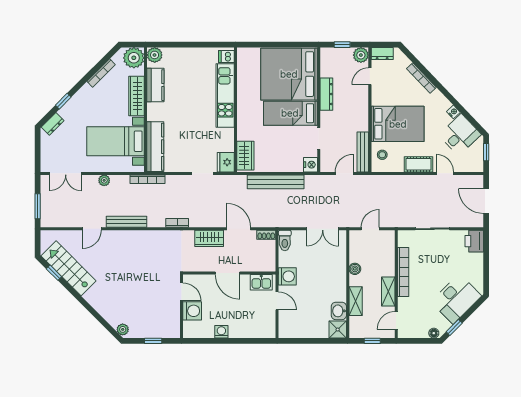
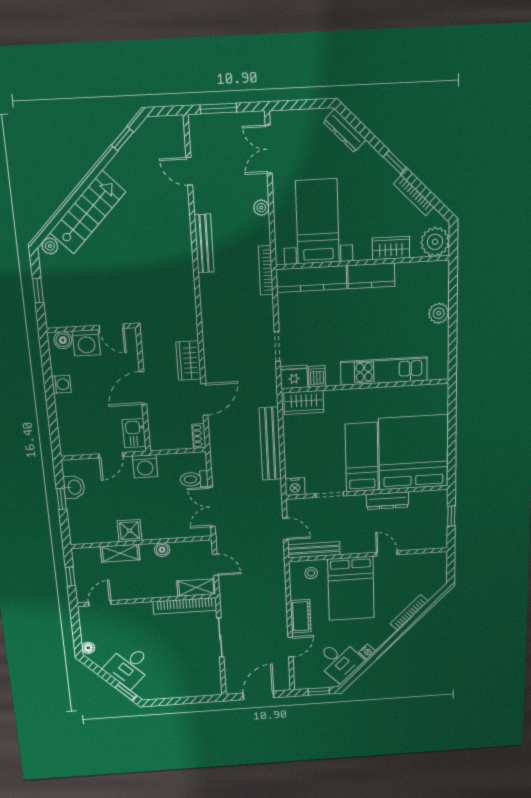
dresser: (382, 54) -> (440, 565), removed
plant: (155, 55) -> (439, 313), moved
plant: (361, 55) -> (438, 539), removed
dishwasher: (226, 57) -> (317, 376), moved
door: (370, 76) -> (387, 554), moved
kitchen counter: (155, 85) -> (371, 276), moved
wardrobe: (137, 96) -> (391, 248), width x0.67
window: (63, 101) -> (395, 162), moved
dresser: (53, 124) -> (345, 131), width x1.44
bookcase: (177, 223) -> (207, 315), removed
door: (92, 229) -> (189, 171), moved
toilet: (285, 240) -> (194, 479), moved
printer: (474, 241) -> (208, 686), removed
stairs: (69, 268) -> (88, 212), moved
bookcase: (403, 272) -> (185, 606), moved
shelving: (388, 291) -> (196, 588), moved
door: (182, 292) -> (111, 327), hinge flipped
desk: (456, 299) -> (129, 666), width x0.73
washbasin: (339, 311) -> (74, 487), moved, turned 90
door: (396, 320) -> (100, 603), hinge flipped
boiler: (189, 327) -> (63, 340), added
window: (454, 327) -> (126, 691), moved
shower: (338, 330) -> (130, 531), moved
window: (309, 341) -> (62, 499), added

